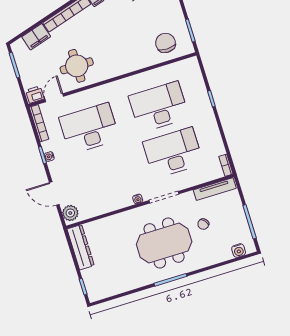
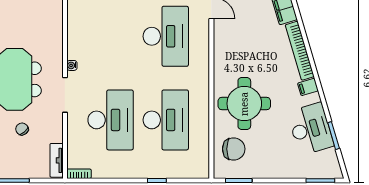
round table: (77, 66) -> (244, 104), moved, width x1.36, depth x1.36
tv unit: (215, 189) -> (57, 160), width x0.71

